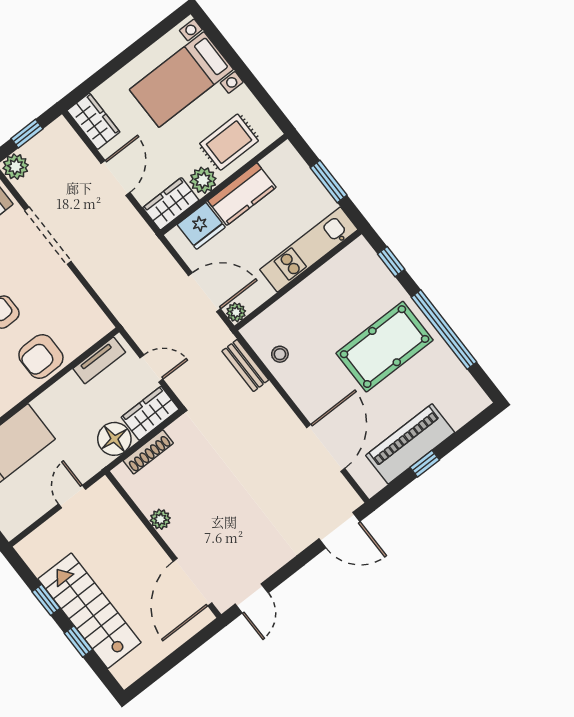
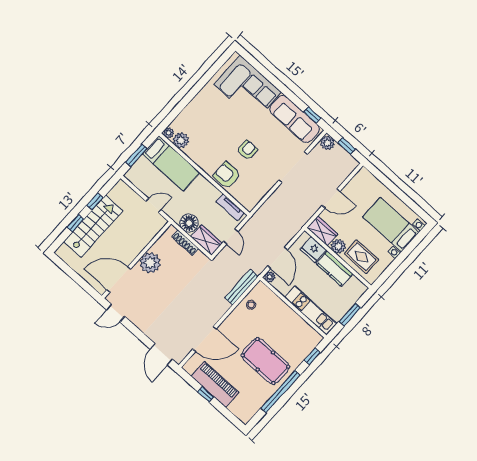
wardrobe: (93, 121) -> (360, 181), removed
bench: (245, 365) -> (242, 287), width x1.36
plant: (160, 519) -> (150, 263), width x1.87, depth x1.87

